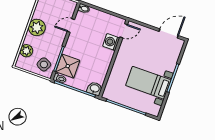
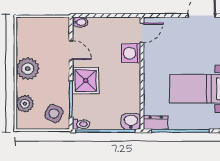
door: (71, 25) -> (71, 50), swing flipped
shower: (68, 66) -> (86, 81), moved
dresser: (111, 95) -> (156, 123), added

